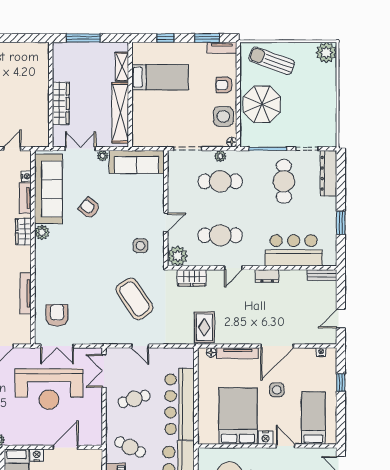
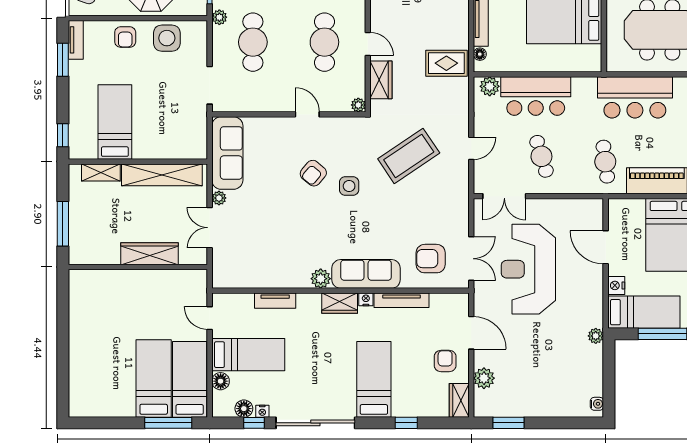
window: (166, 38) -> (63, 135), moved
floor lamp: (232, 142) -> (201, 27), removed
plant: (220, 156) -> (219, 17), moved
nightstand: (26, 176) -> (366, 299), moved
sofa: (48, 189) -> (366, 274), moved, width x0.74, depth x0.79
armchair: (89, 208) -> (313, 173), moved
wardrobe: (23, 232) -> (340, 303), moved
side table: (140, 246) -> (349, 186), moved
plant: (178, 256) -> (358, 105), width x0.53, depth x0.53
door: (233, 268) -> (368, 44), moved
plant: (187, 360) -> (490, 86), added
reception desk: (49, 389) -> (528, 269), turned 180
bar counter: (180, 404) -> (536, 96), width x0.73
cafe table: (130, 447) -> (605, 162), turned -33

